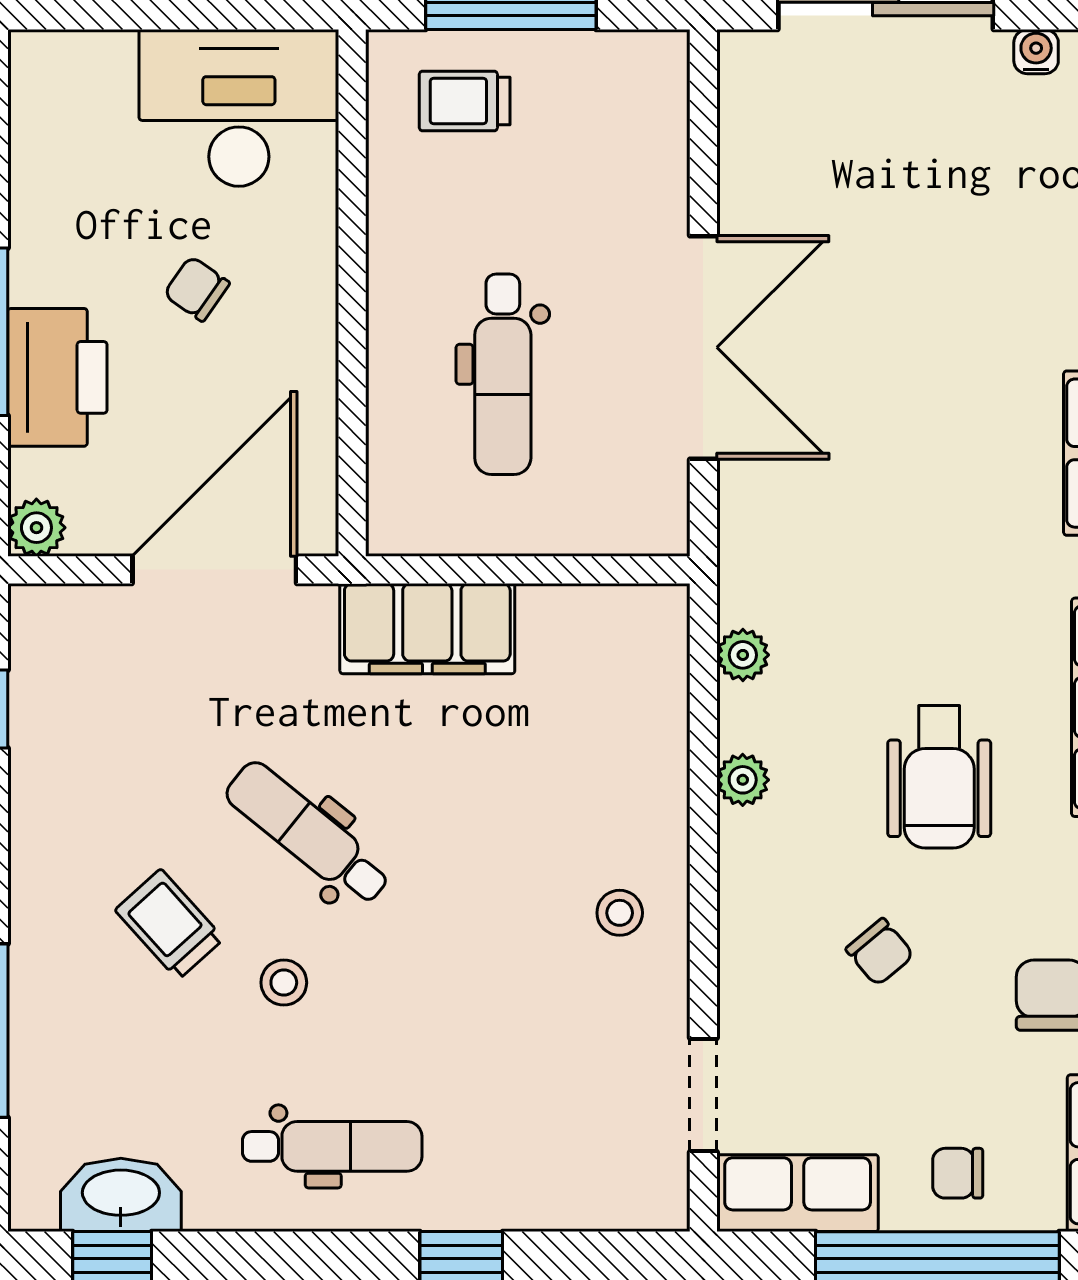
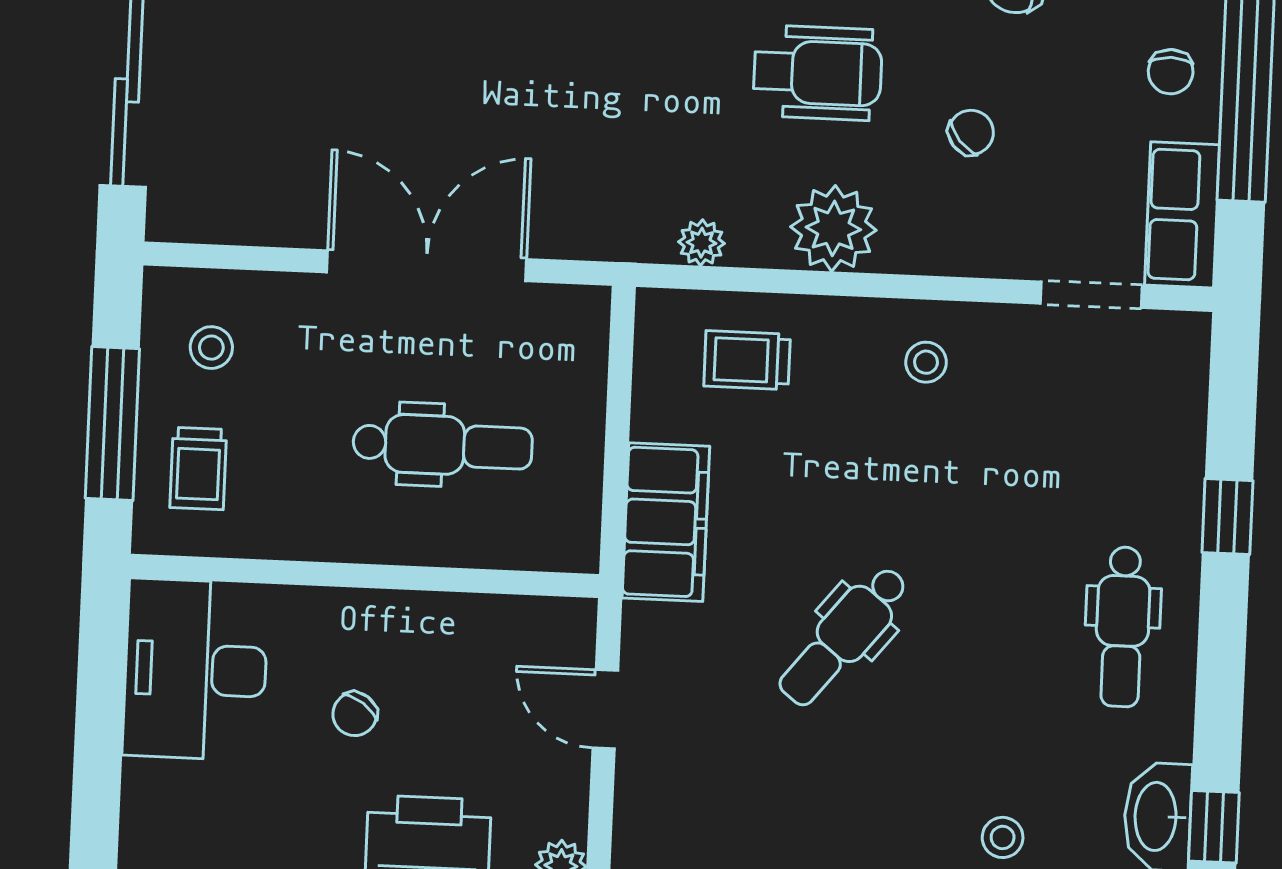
stool: (601, 110) -> (211, 348), added
door: (214, 570) -> (605, 709), width x0.53
plant: (743, 780) -> (833, 228), width x1.88, depth x1.88
trolley: (169, 924) -> (747, 360), moved, turned 42
stool: (284, 983) -> (1003, 837), moved
dental chair: (332, 1146) -> (1123, 627), turned 180

